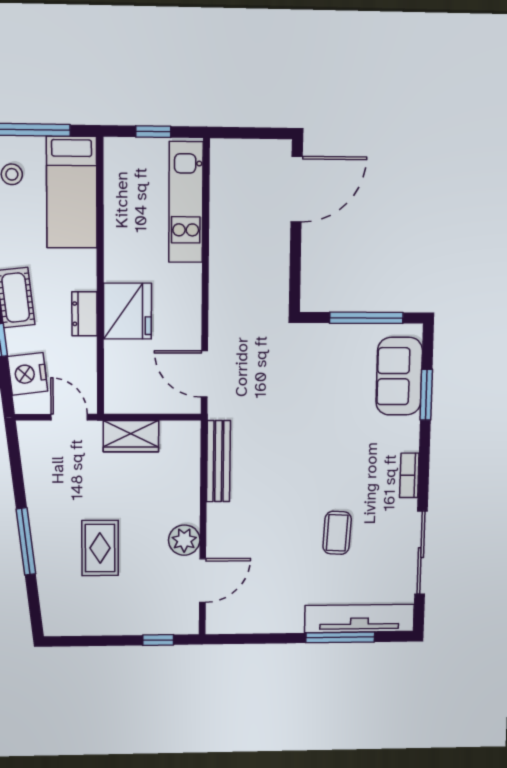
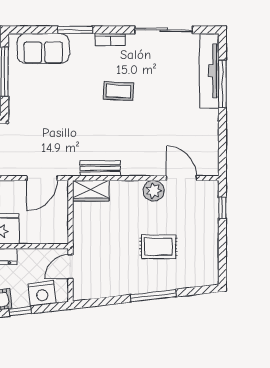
window: (426, 395) -> (75, 30), moved
wardrobe: (131, 436) -> (91, 191), moved, turned 90
bench: (218, 461) -> (100, 168), width x0.73
coffee table: (337, 533) -> (119, 91), moved

